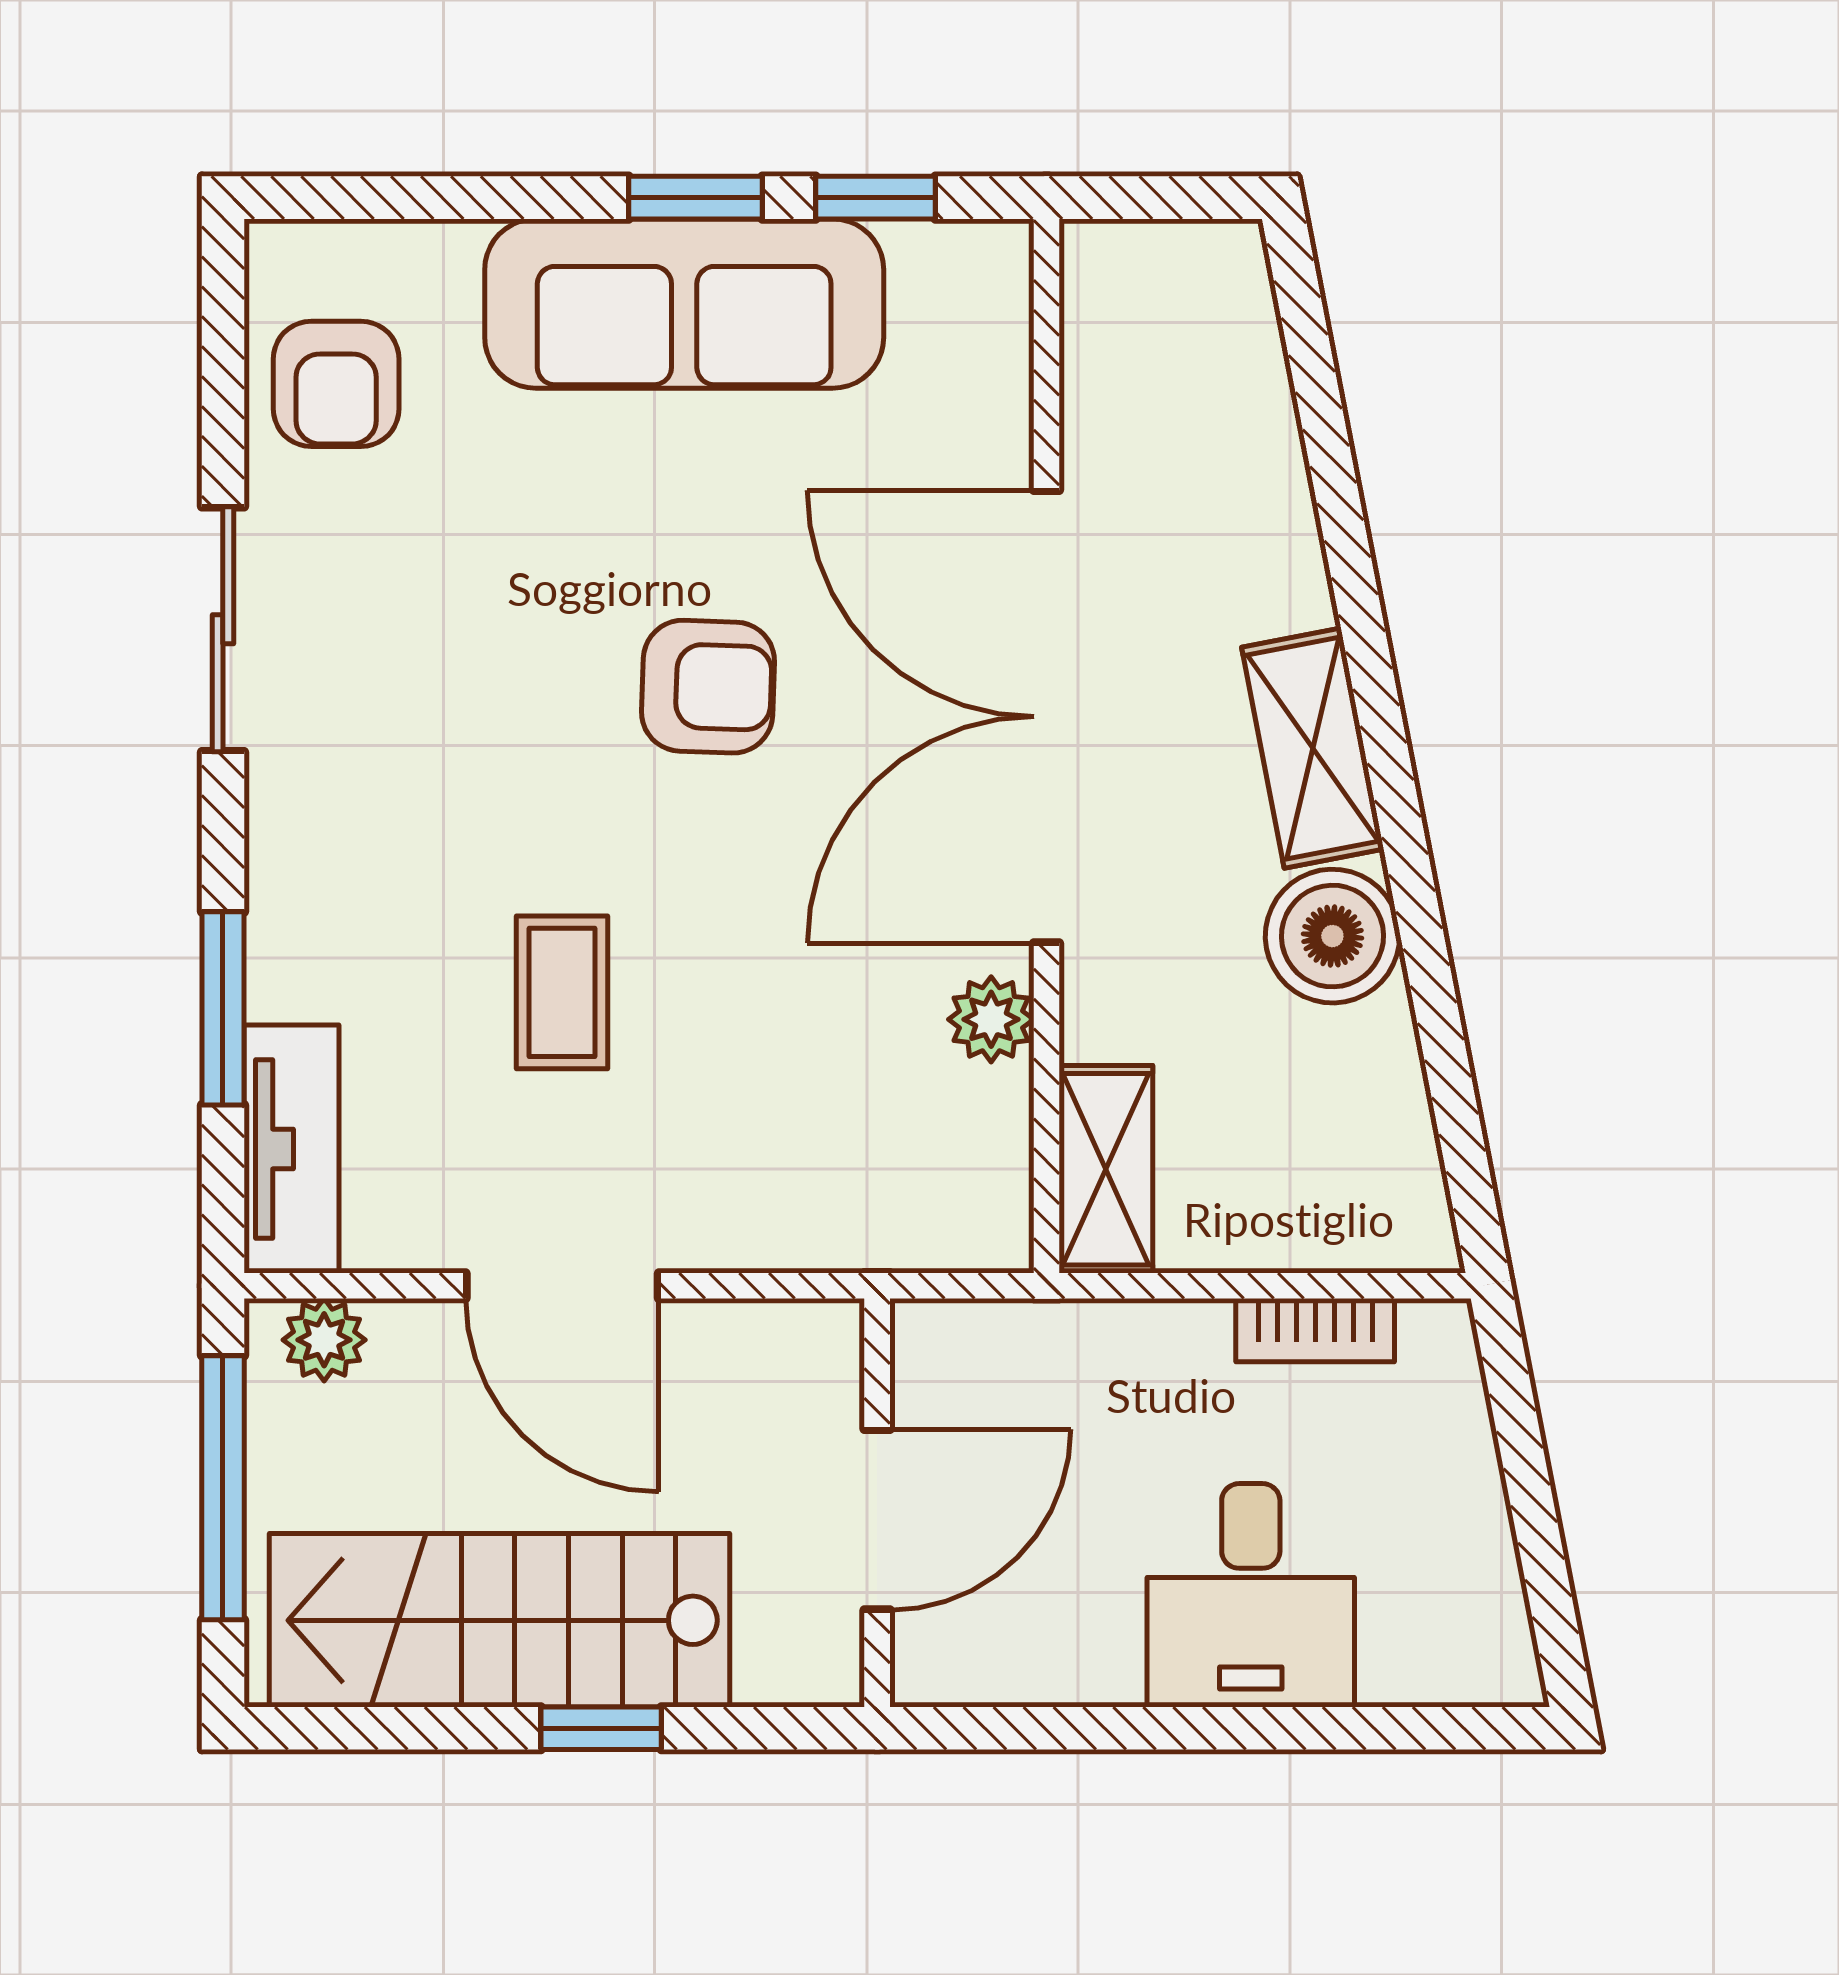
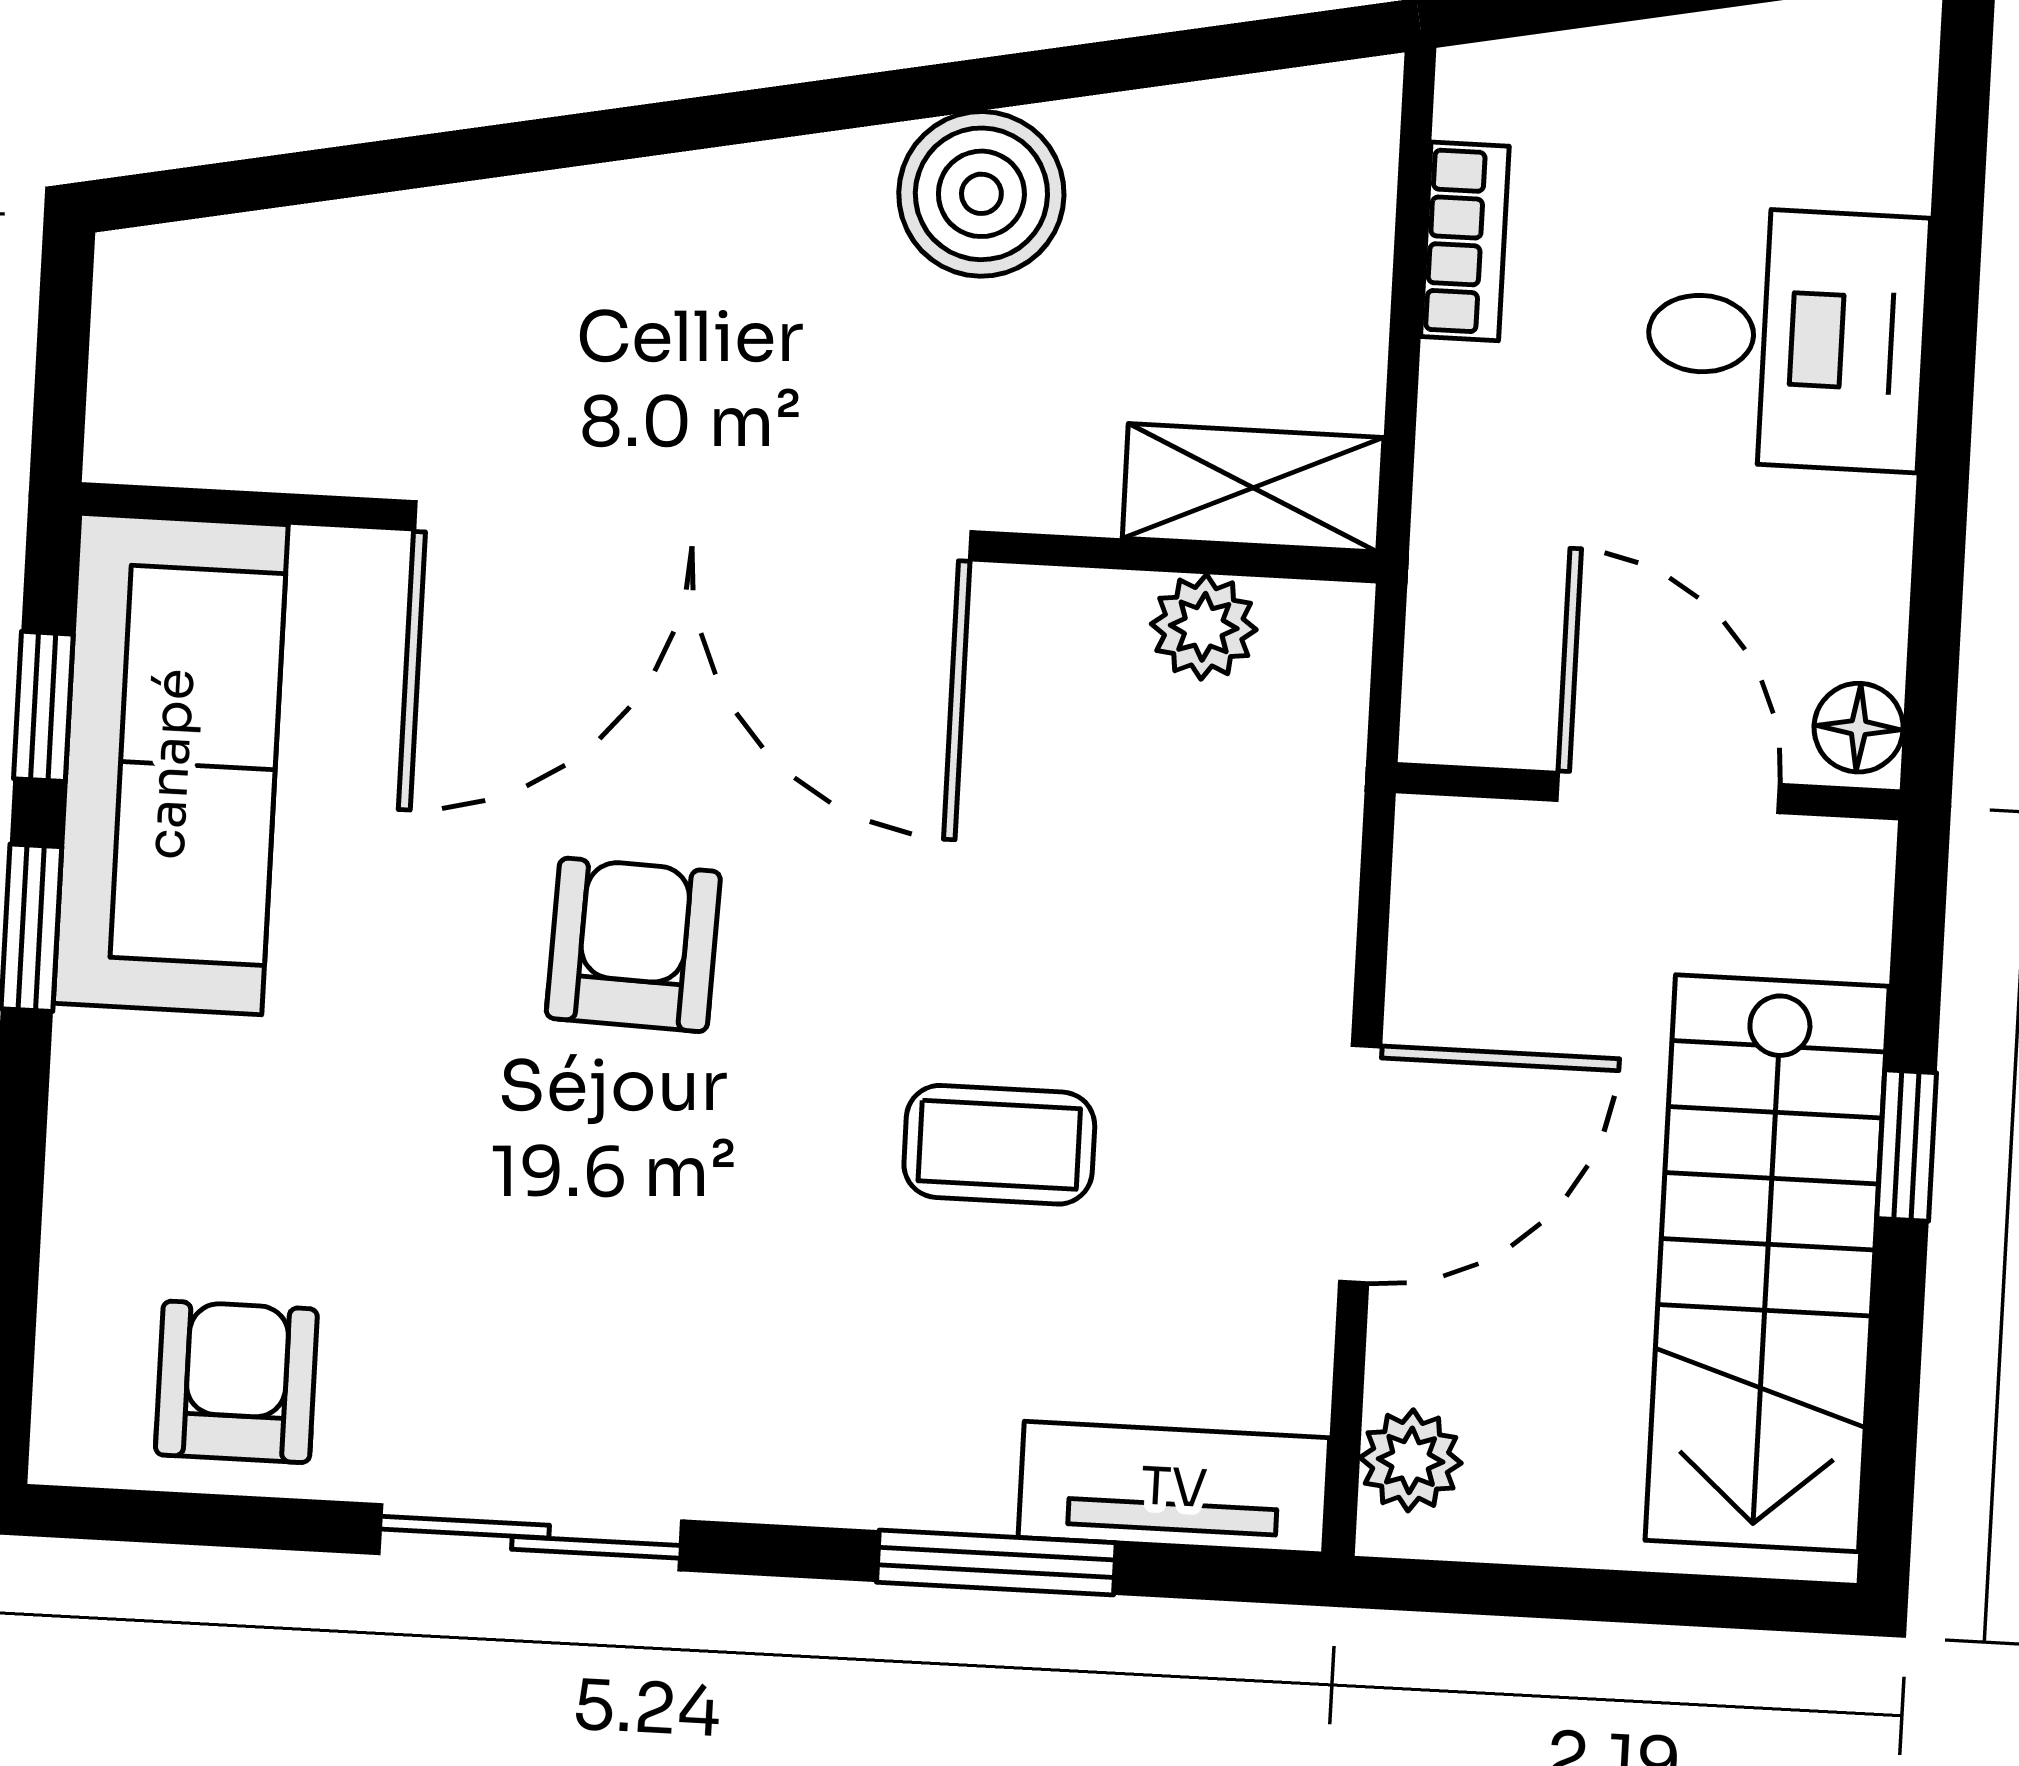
sofa: (684, 304) -> (171, 764), moved
armchair: (336, 384) -> (236, 1382), turned -90
shelving: (1313, 748) -> (749, 206), removed
plant: (991, 1019) -> (1204, 627), moved
window: (223, 1488) -> (1586, 1594), removed
floor lamp: (938, 1671) -> (1859, 728), added

